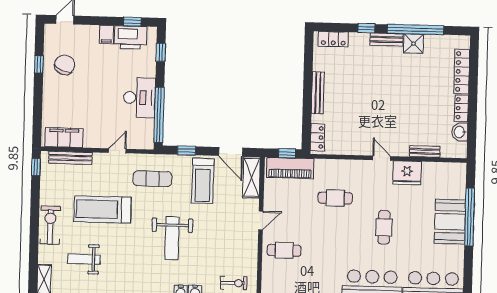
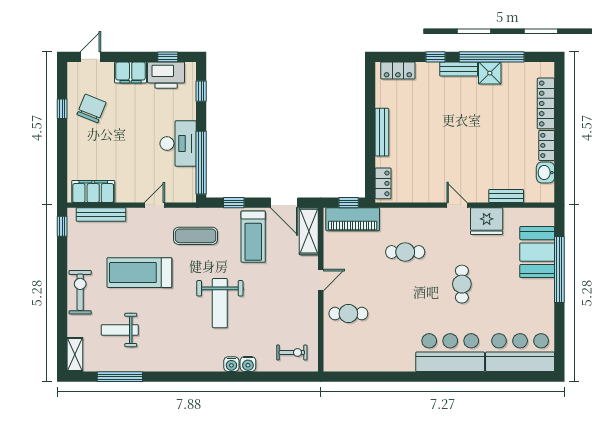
filing cabinet: (107, 35) -> (131, 72), width x2.00
booth: (450, 222) -> (537, 252), moved

